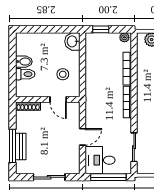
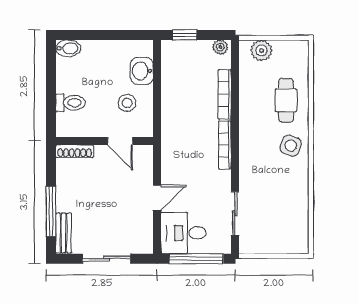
washbasin: (72, 41) -> (142, 71), moved
bidet: (24, 62) -> (68, 48), moved
bench: (21, 146) -> (64, 233), moved

